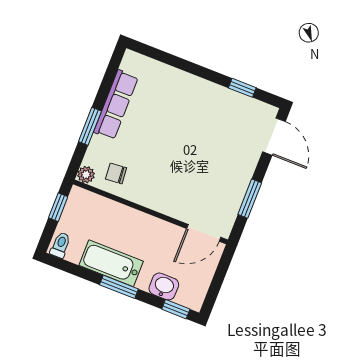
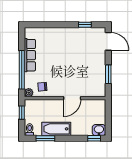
window: (90, 126) -> (22, 70), width x2.11
door: (204, 233) -> (72, 98), moved
washbasin: (164, 286) -> (99, 130), moved
window: (119, 287) -> (45, 138), moved

